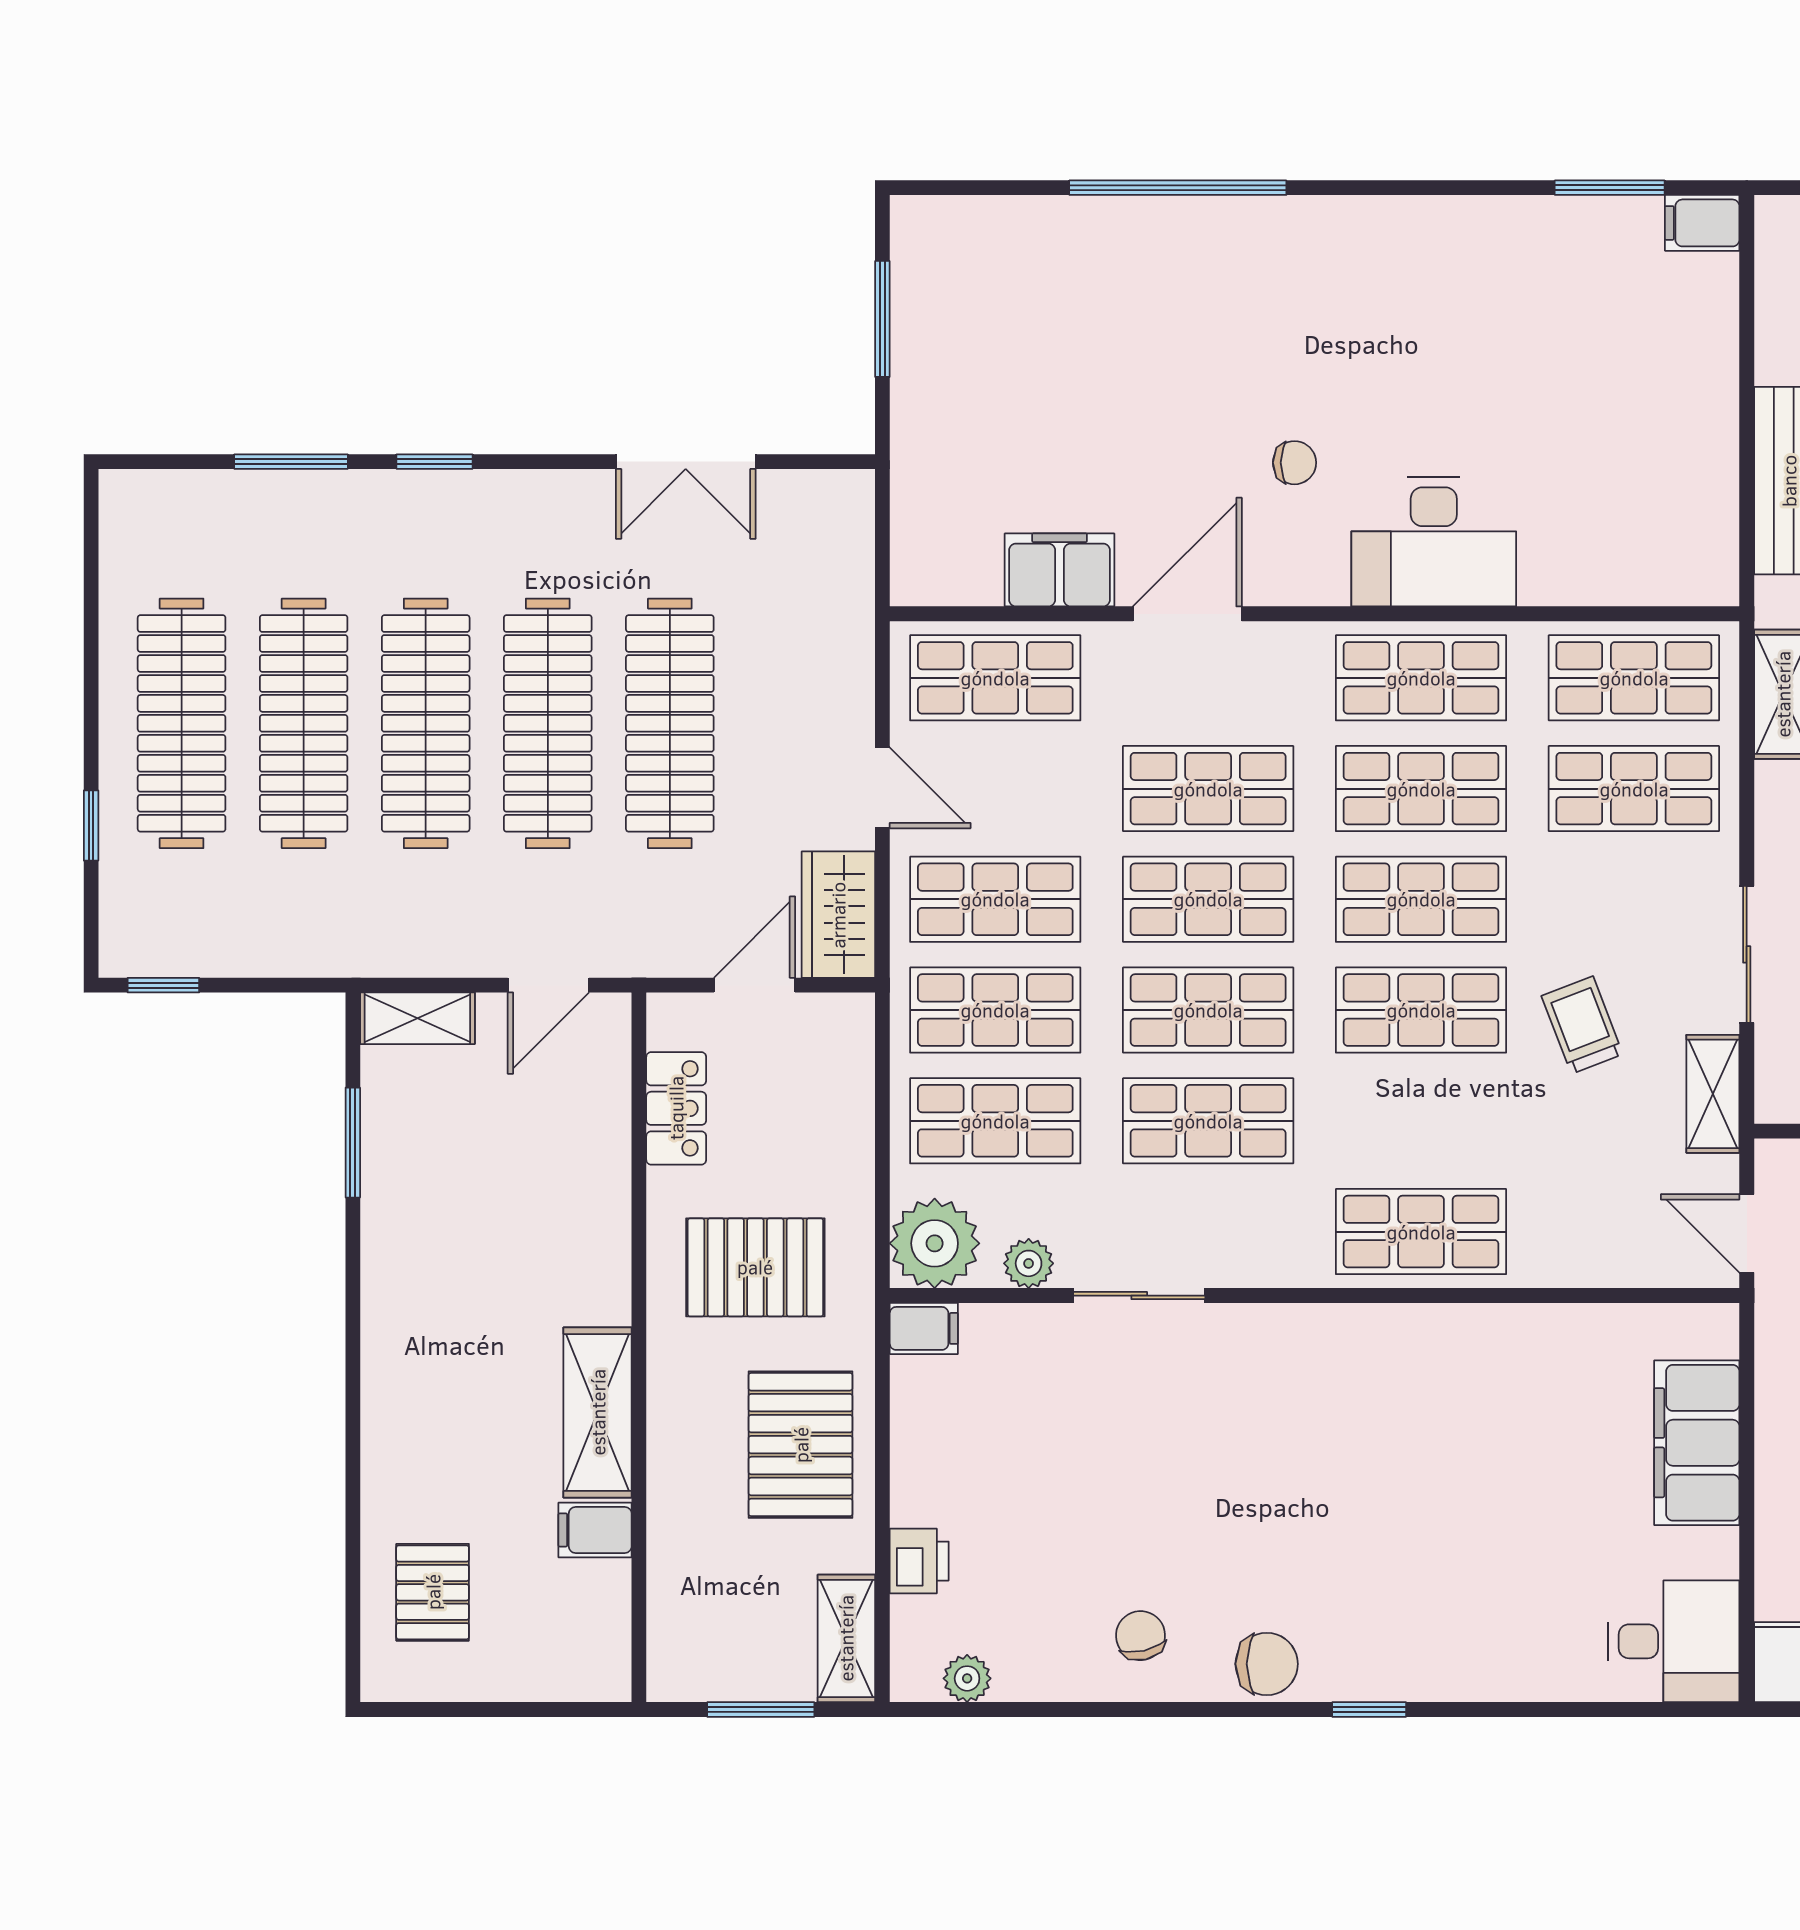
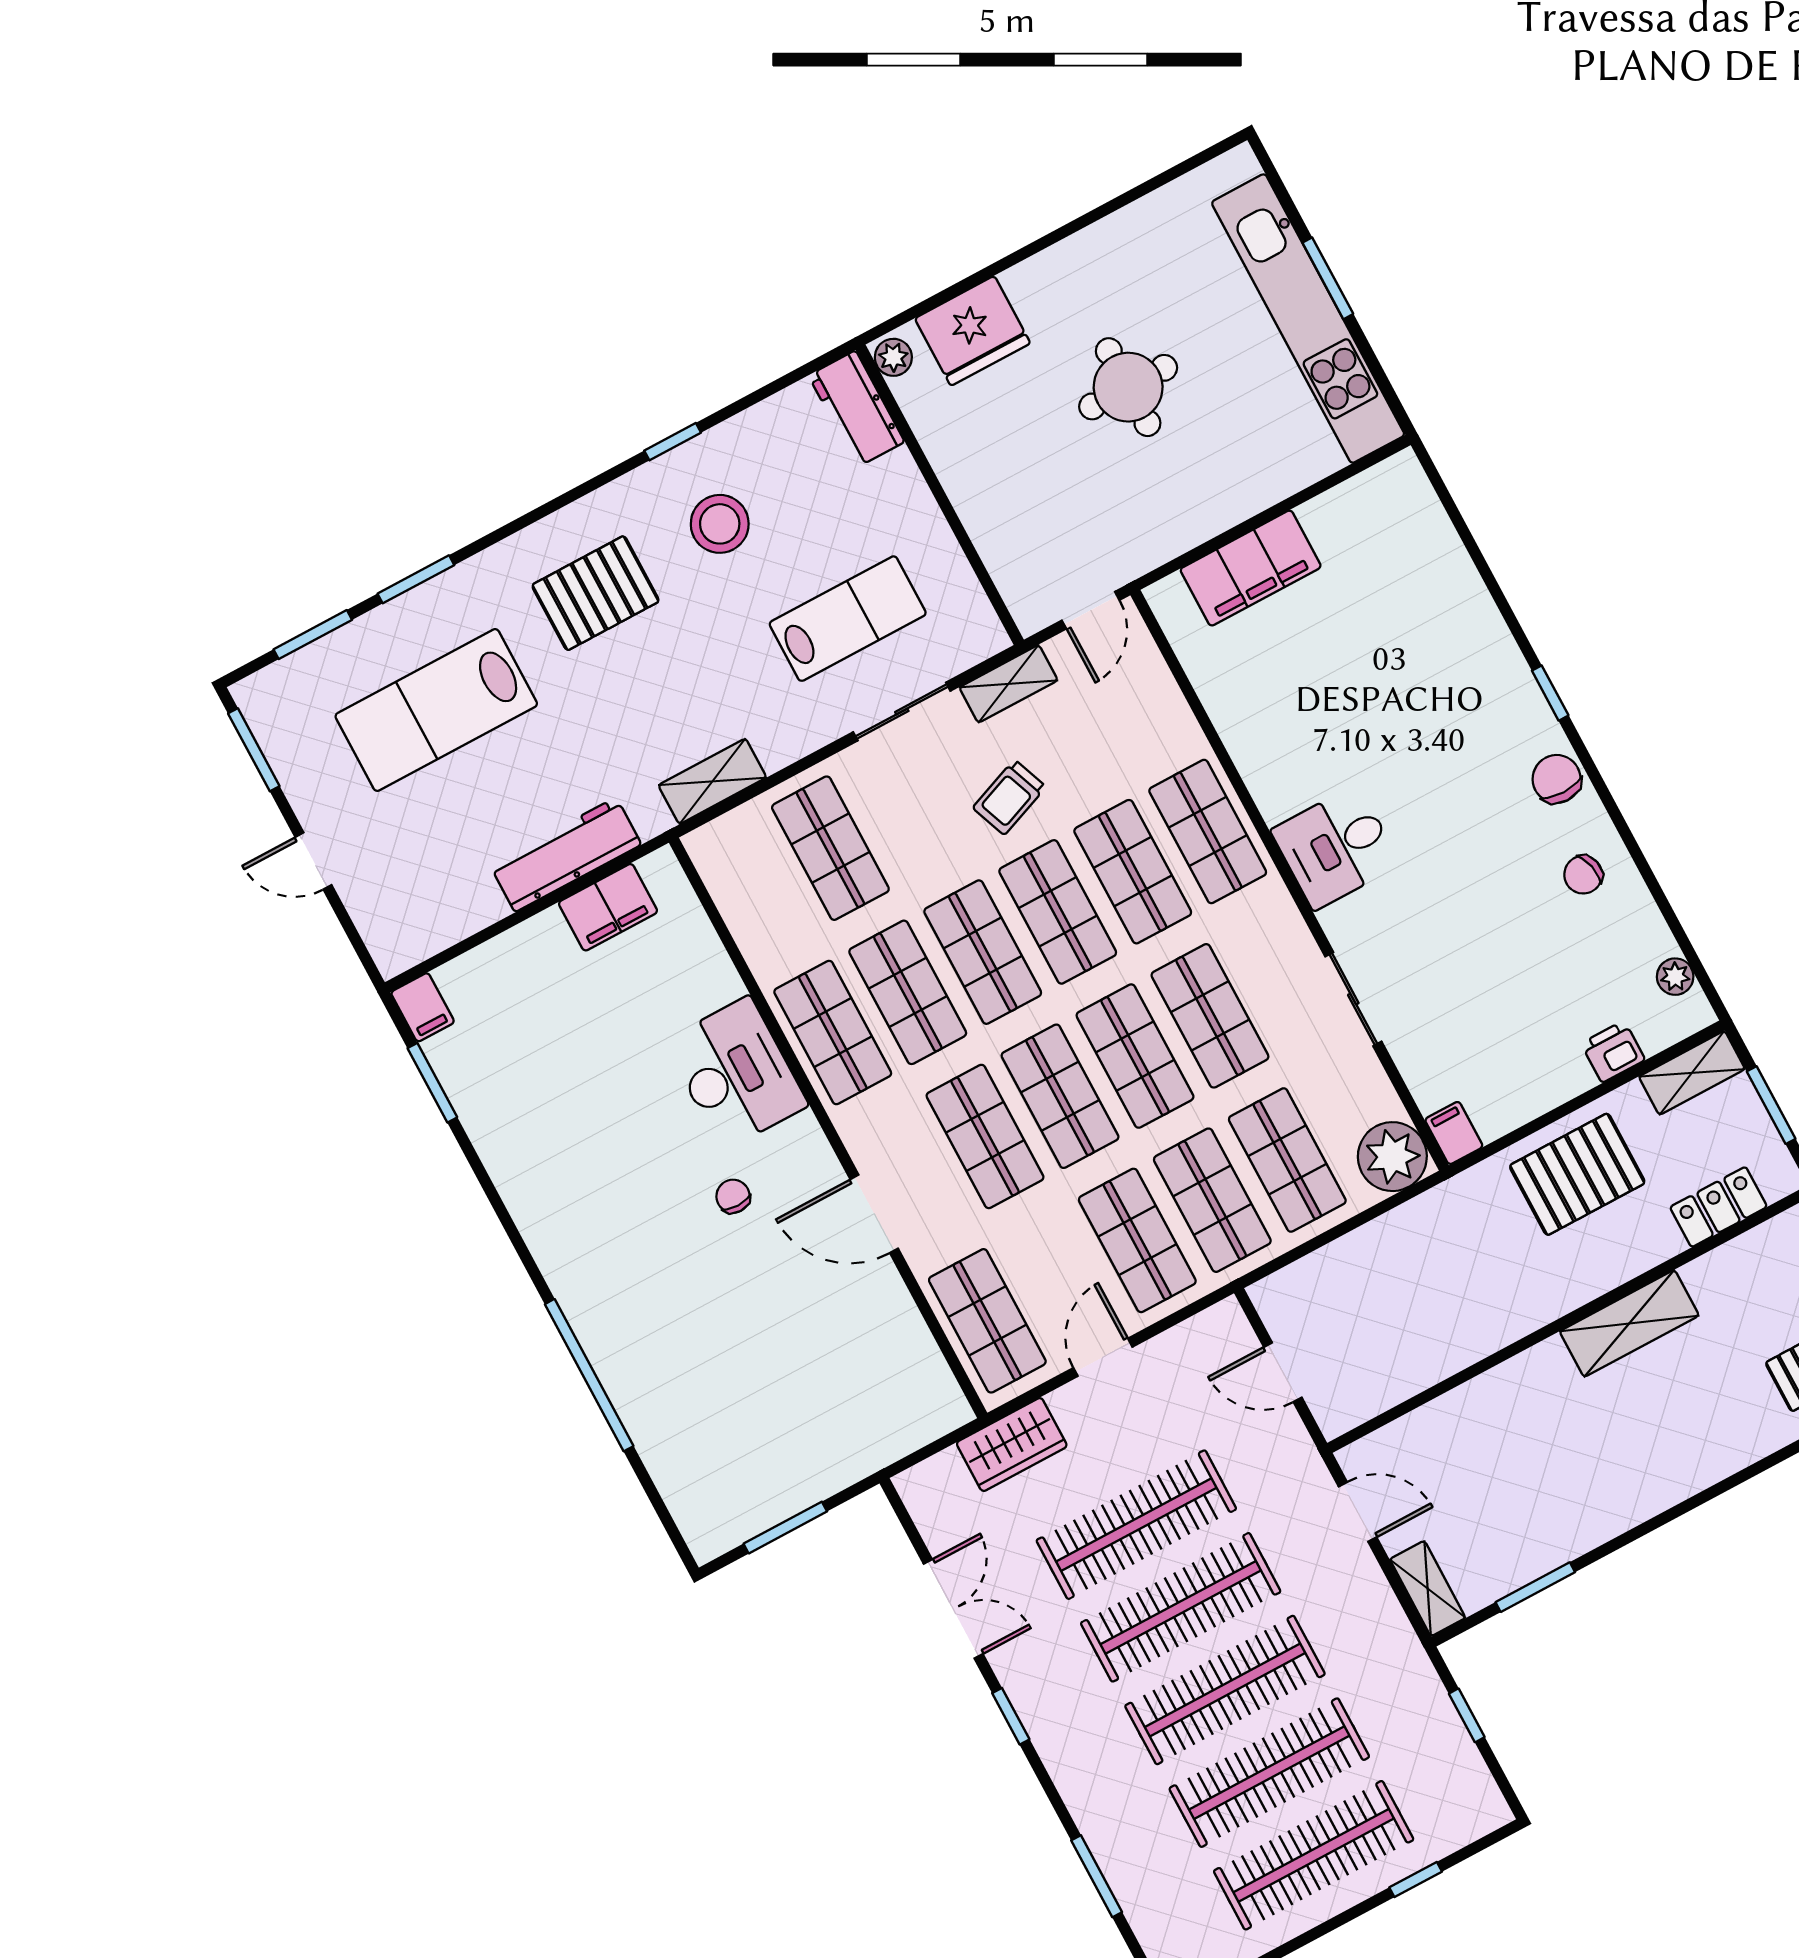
window: (434, 462) -> (1011, 1716), moved
filing cabinet: (1060, 570) -> (608, 907), moved, turned -90
shop shelf: (1634, 678) -> (1133, 872), moved
wardrobe: (838, 915) -> (1012, 1445), moved
window: (163, 985) -> (1467, 1715), moved
locker: (676, 1108) -> (1718, 1207), moved
plant: (1029, 1263) -> (1372, 1086), removed
pallet: (755, 1267) -> (1474, 1269), removed
filing cabinet: (595, 1530) -> (1710, 1282), removed
desk: (1674, 1641) -> (1336, 847), moved, turned -90

